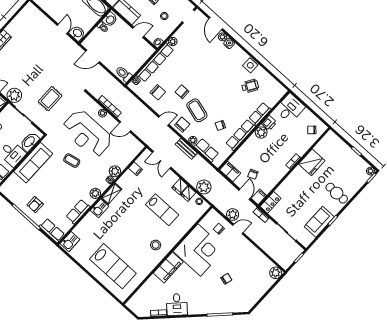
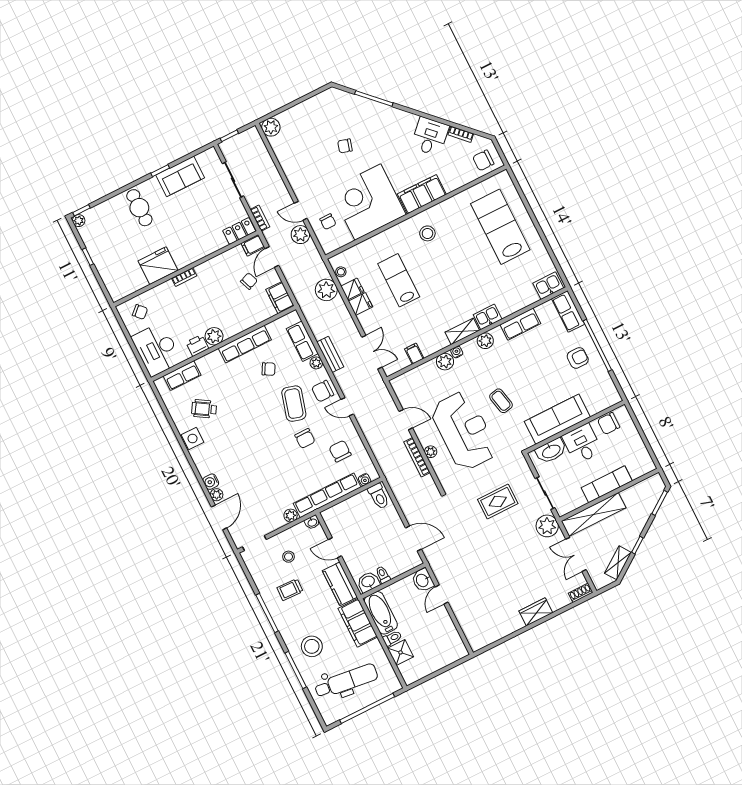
desk: (290, 108) -> (157, 349), width x1.37
row of seats: (260, 114) -> (182, 376), moved
chair: (139, 302) -> (483, 160), added

